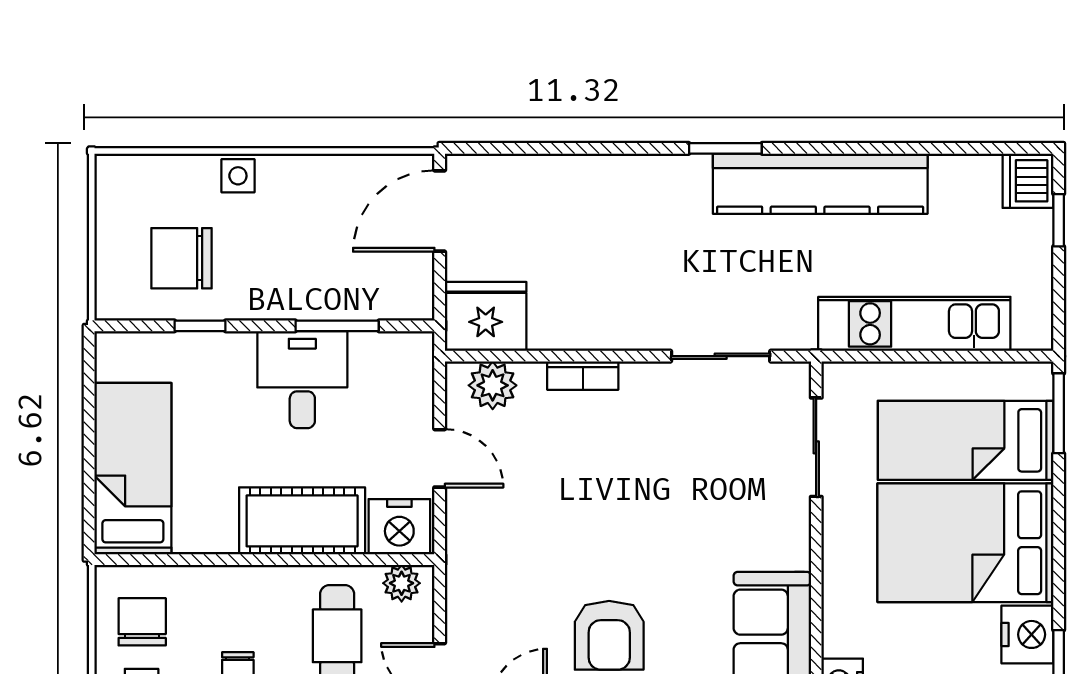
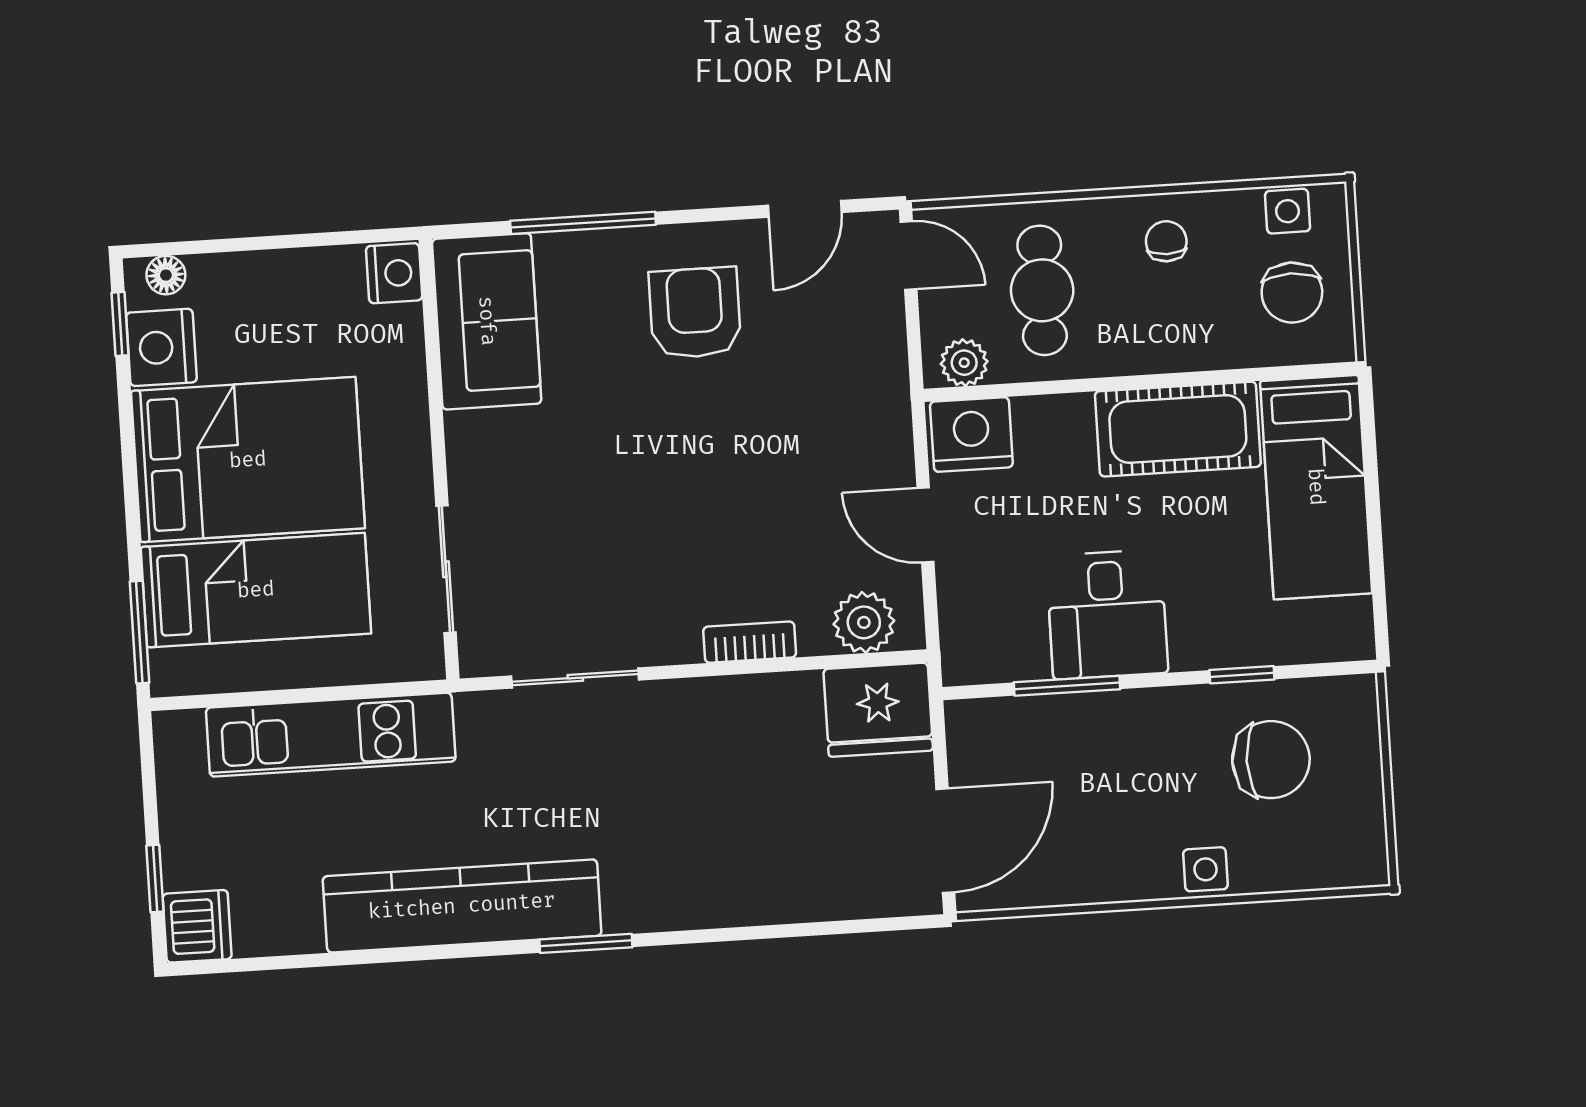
cot: (302, 521) -> (1178, 429), moved

